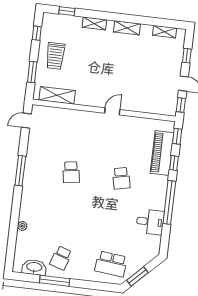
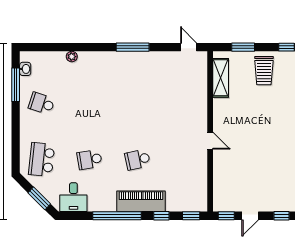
trolley: (55, 56) -> (264, 71), turned -90
piano: (162, 153) -> (141, 201), moved
school desk: (71, 172) -> (90, 160), moved
desk: (150, 222) -> (73, 197), moved
washbasin: (34, 267) -> (25, 69), width x0.52, depth x0.69
window: (137, 276) -> (39, 198), moved
window: (55, 281) -> (16, 85), moved

